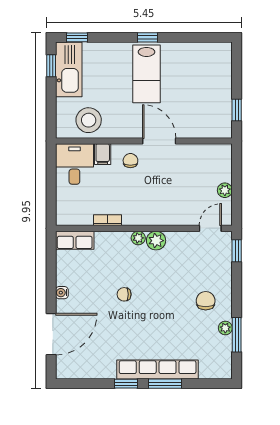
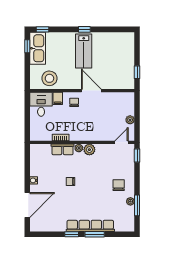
row of seats: (75, 240) -> (63, 149), moved

